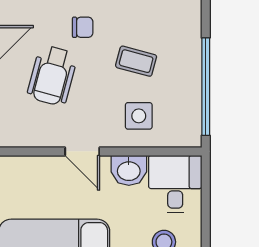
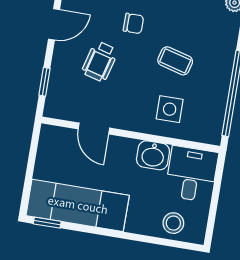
wheelchair: (52, 76) -> (100, 61), width x0.73, depth x0.73
door: (82, 151) -> (94, 129), moved

